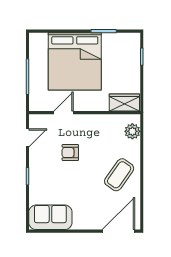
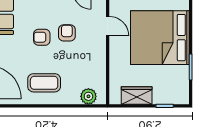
wardrobe: (124, 102) -> (137, 96), moved, turned -90
coffee table: (119, 175) -> (44, 83), turned -35
armchair: (74, 177) -> (42, 37), added

